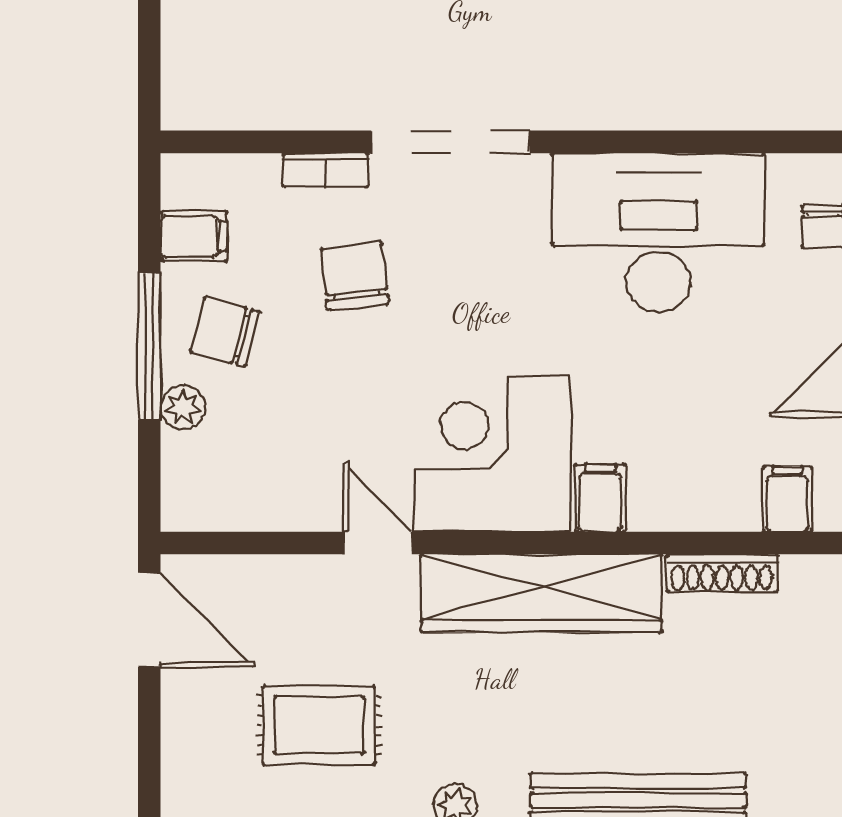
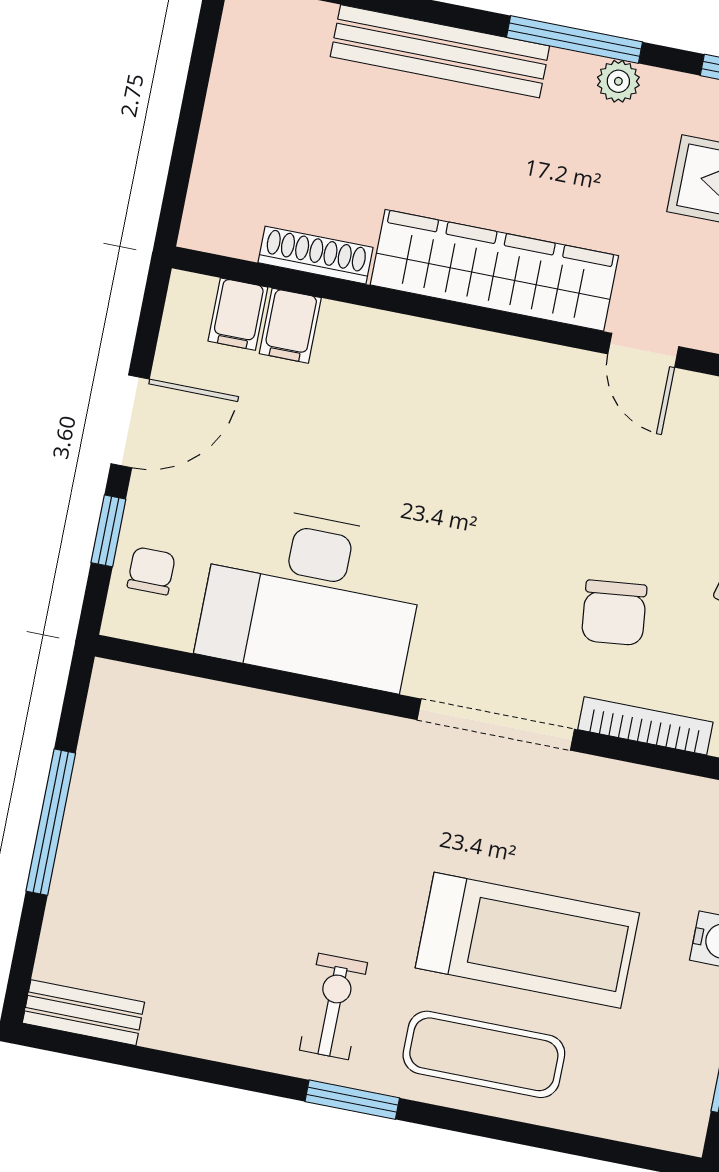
bookcase: (325, 170) -> (645, 726), width x1.56
corner desk: (492, 454) -> (515, 415), removed
filing cabinet: (600, 498) -> (290, 326), moved

